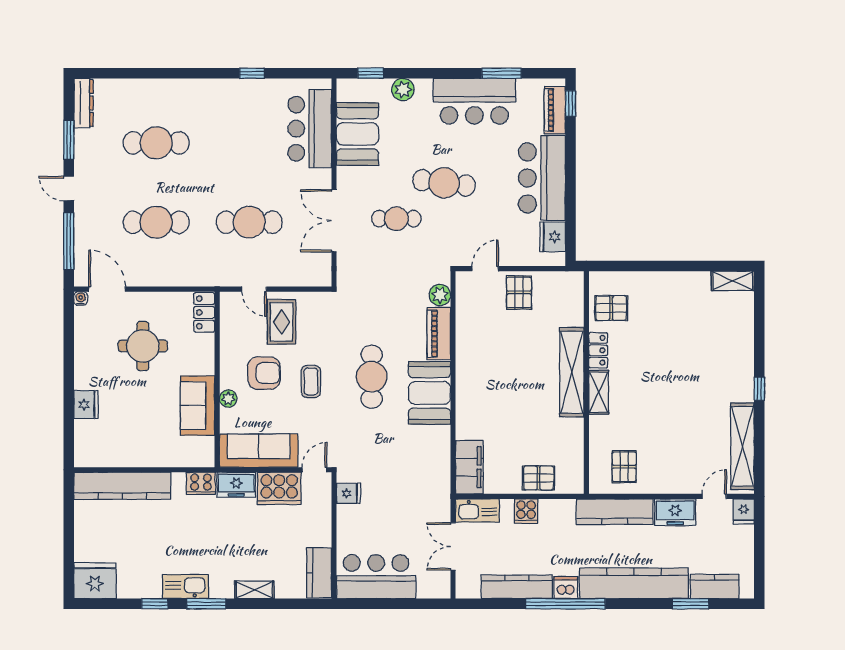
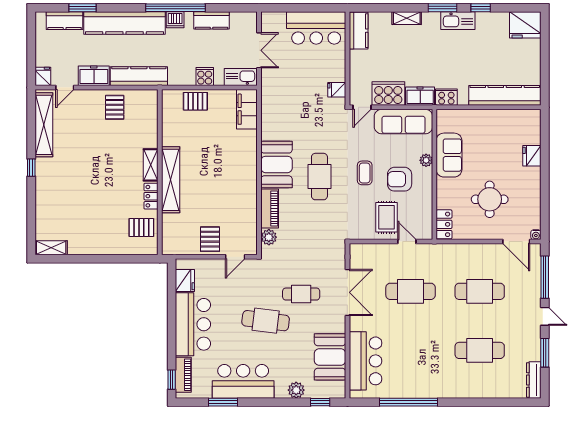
window: (252, 73) -> (409, 402), width x3.17
pallet: (624, 467) -> (115, 107), moved
kitchen counter: (517, 587) -> (212, 20), width x0.67

